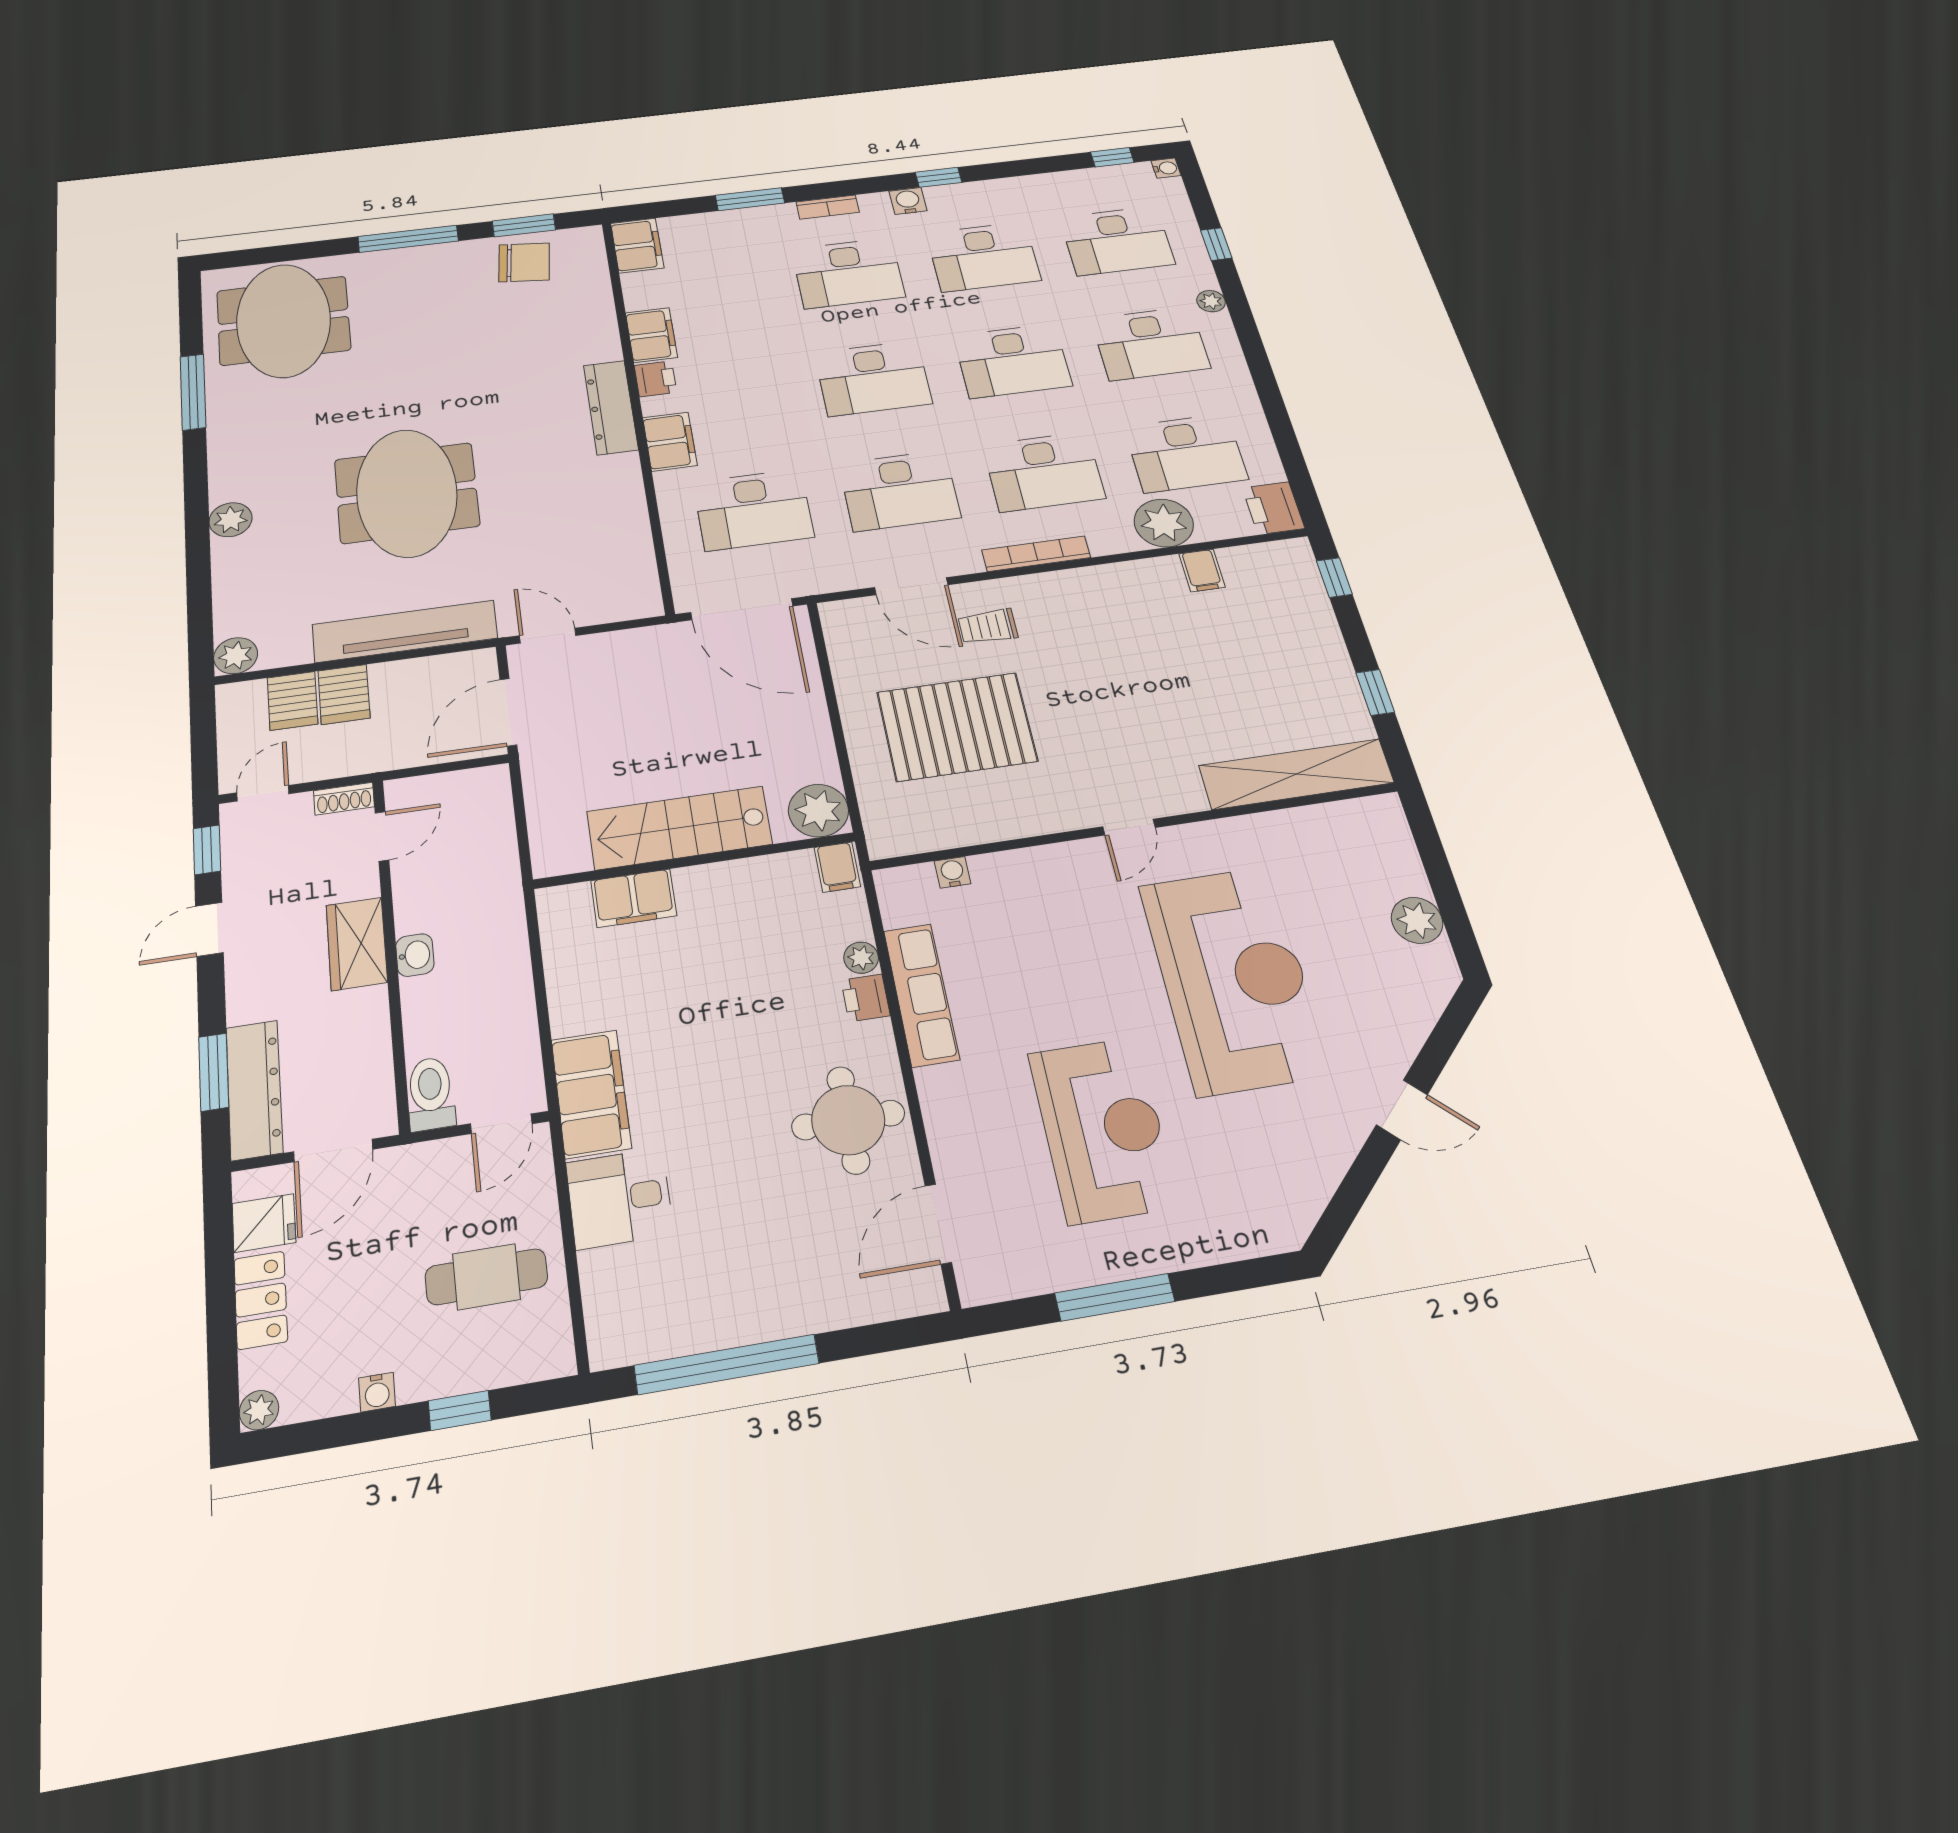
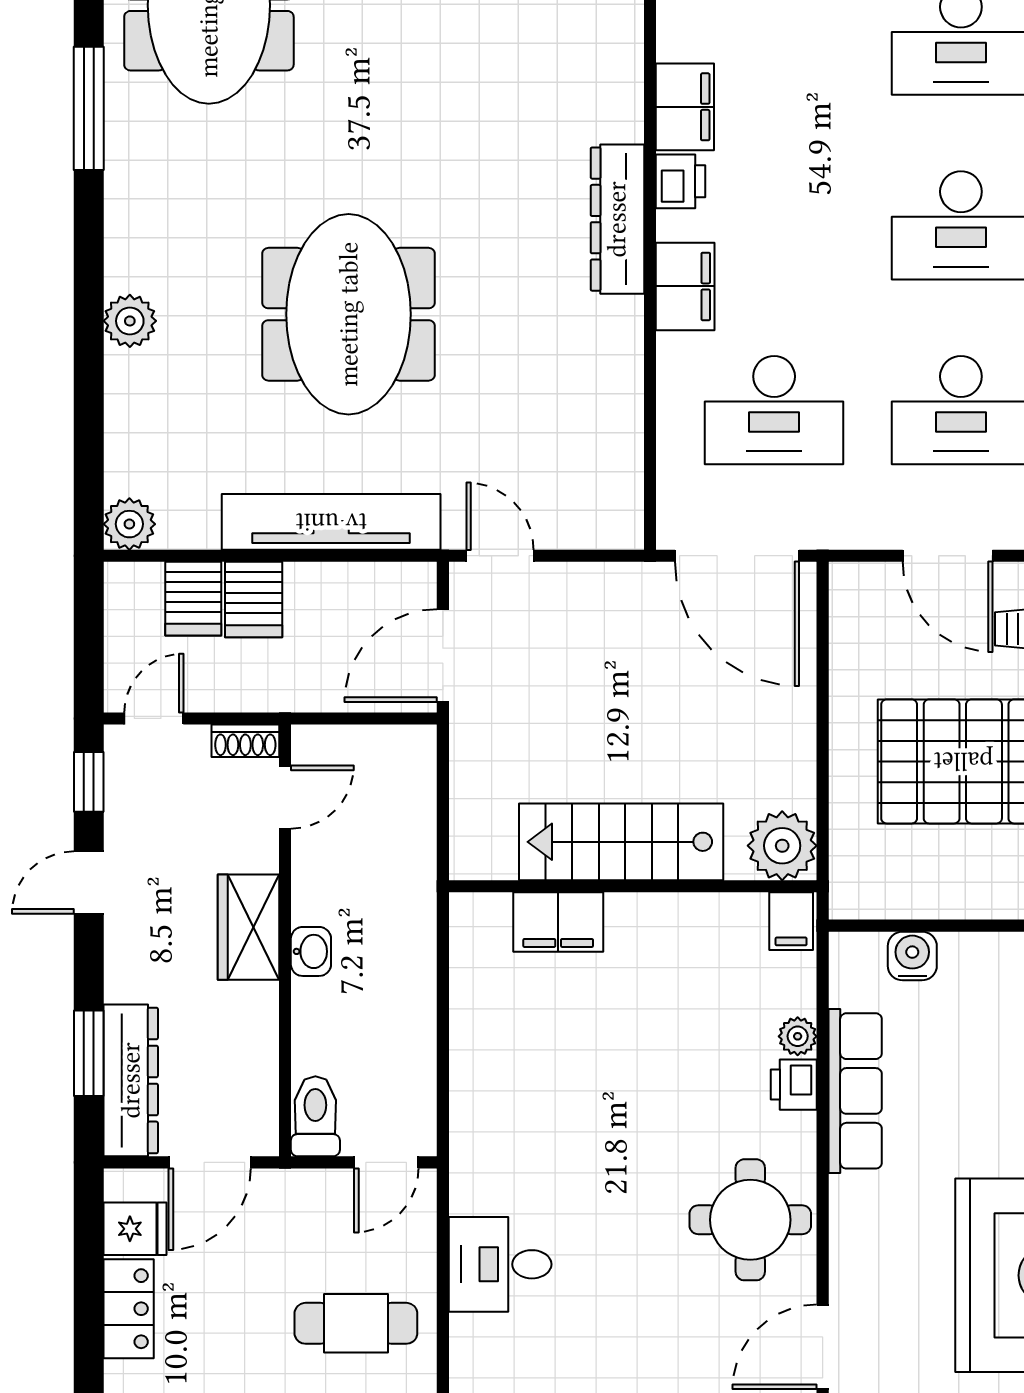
water cooler: (952, 872) -> (912, 956), width x1.38, depth x1.38
filing cabinet: (591, 1094) -> (484, 1145), removed

